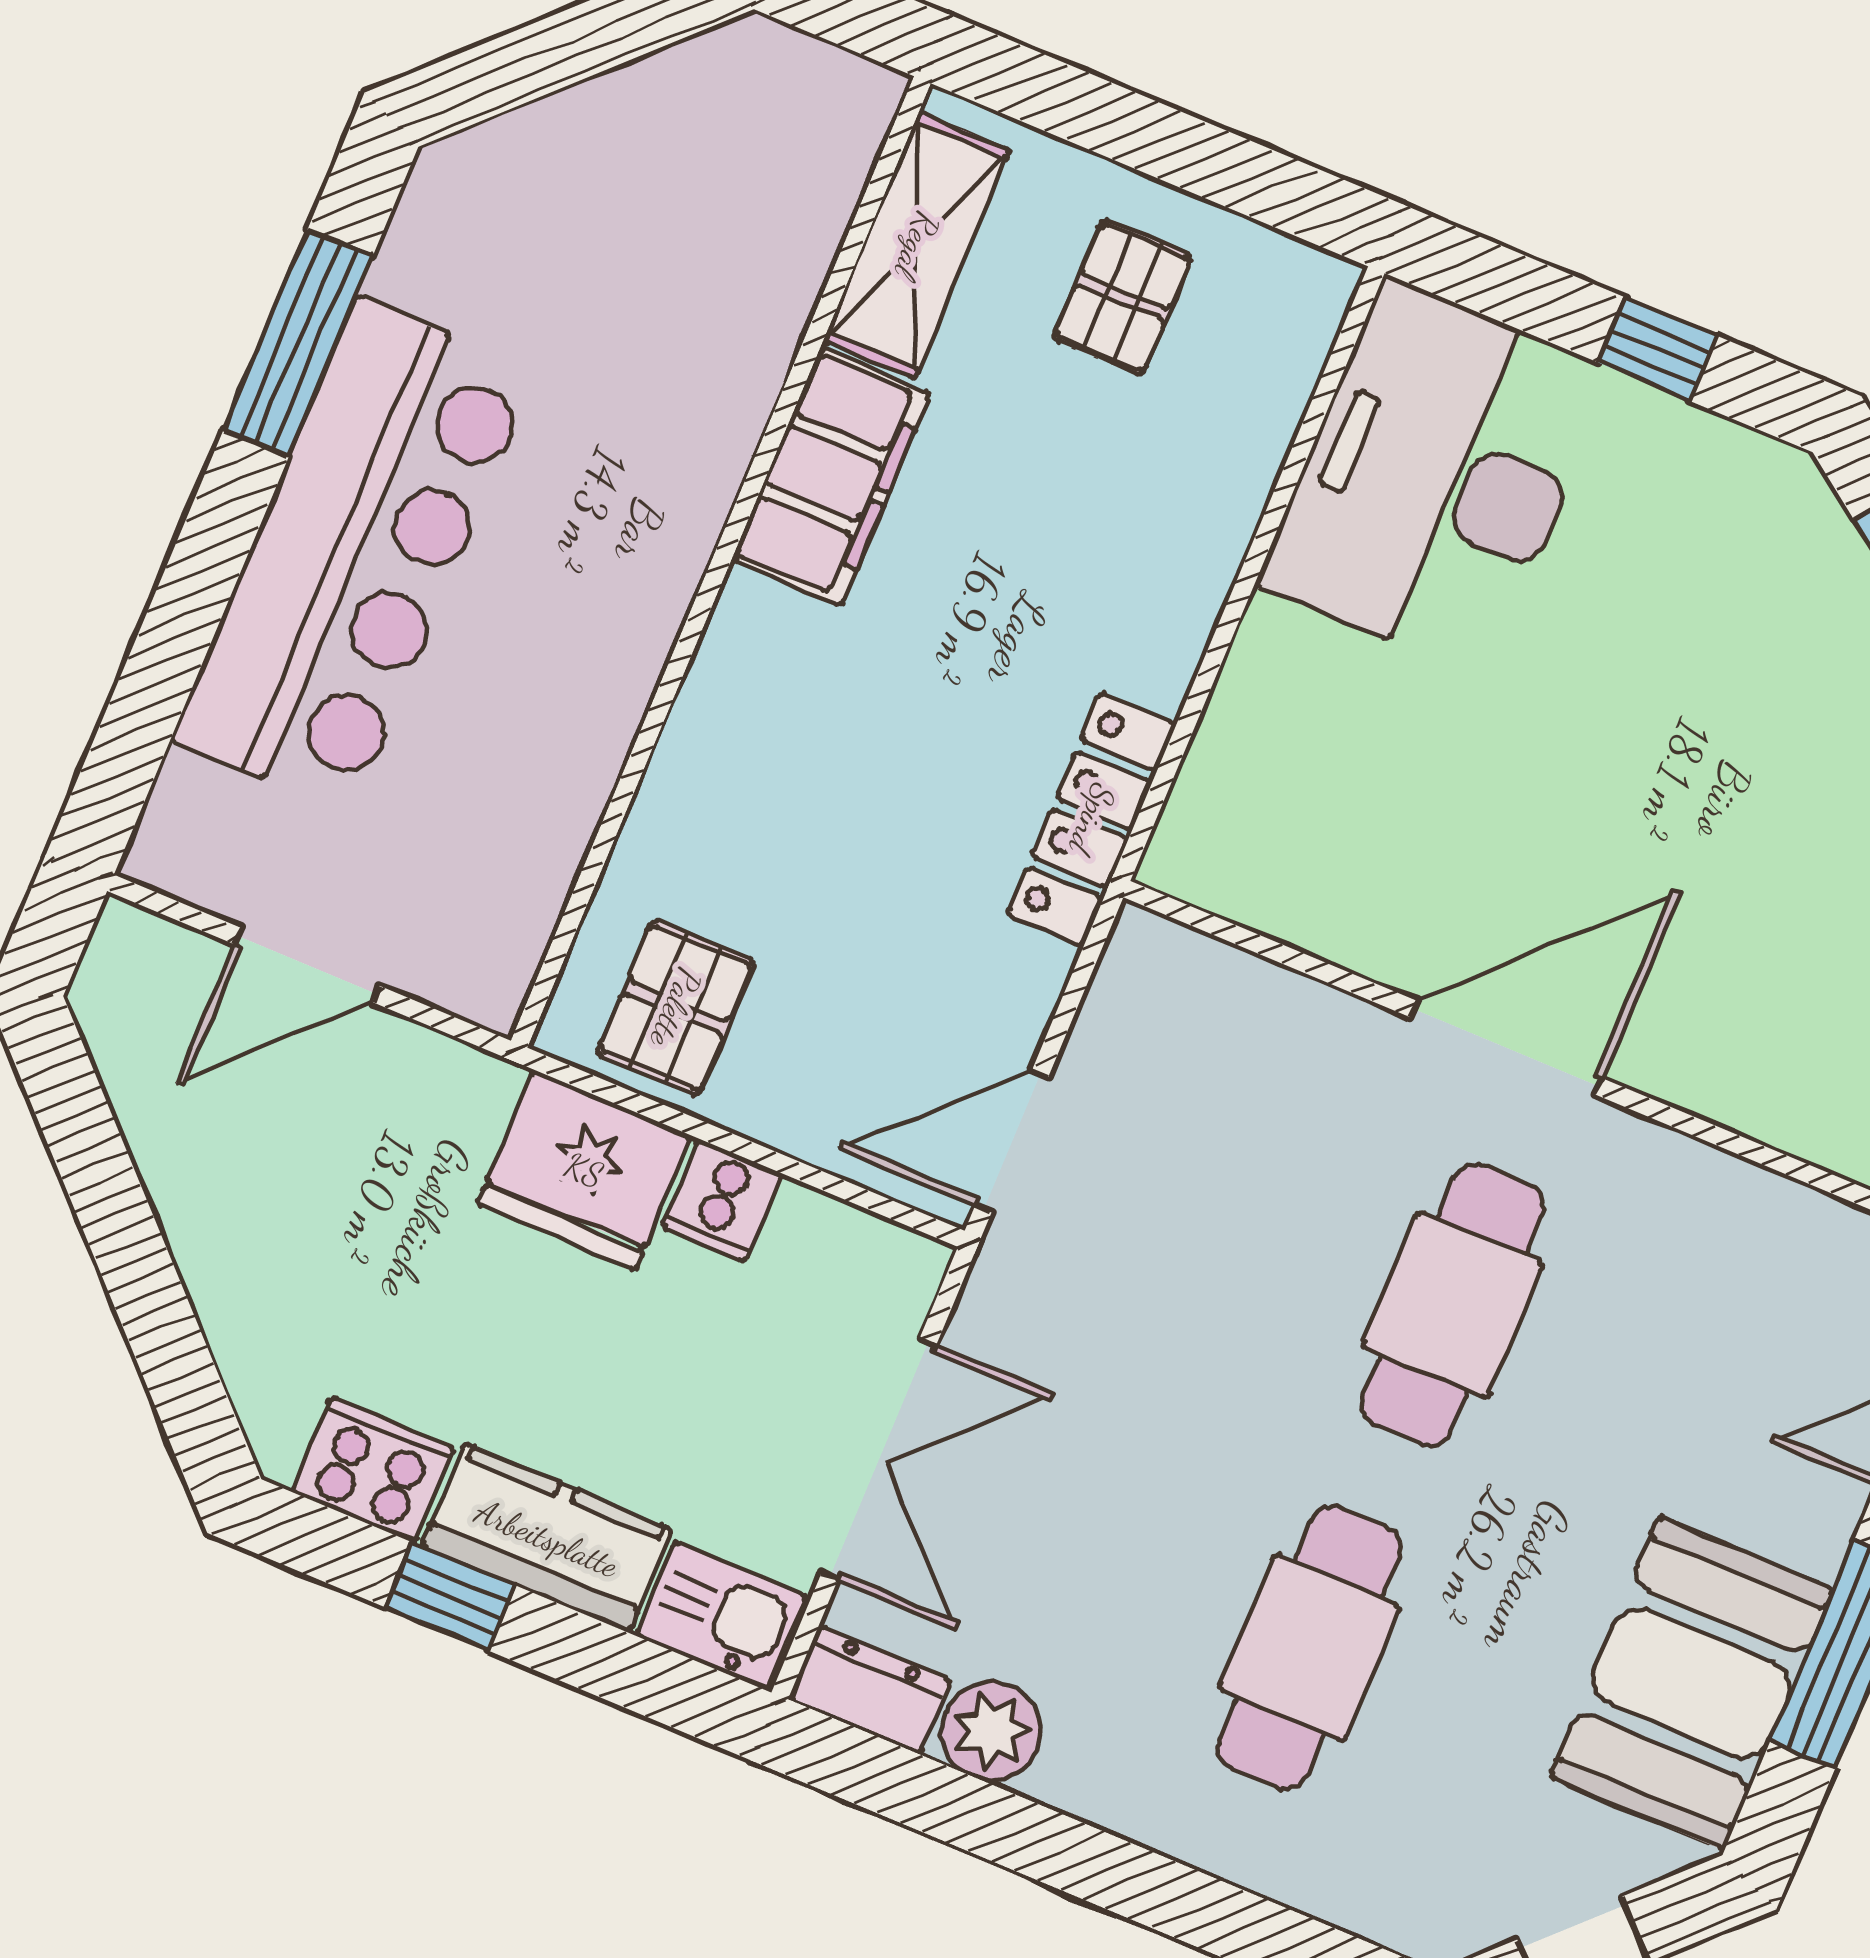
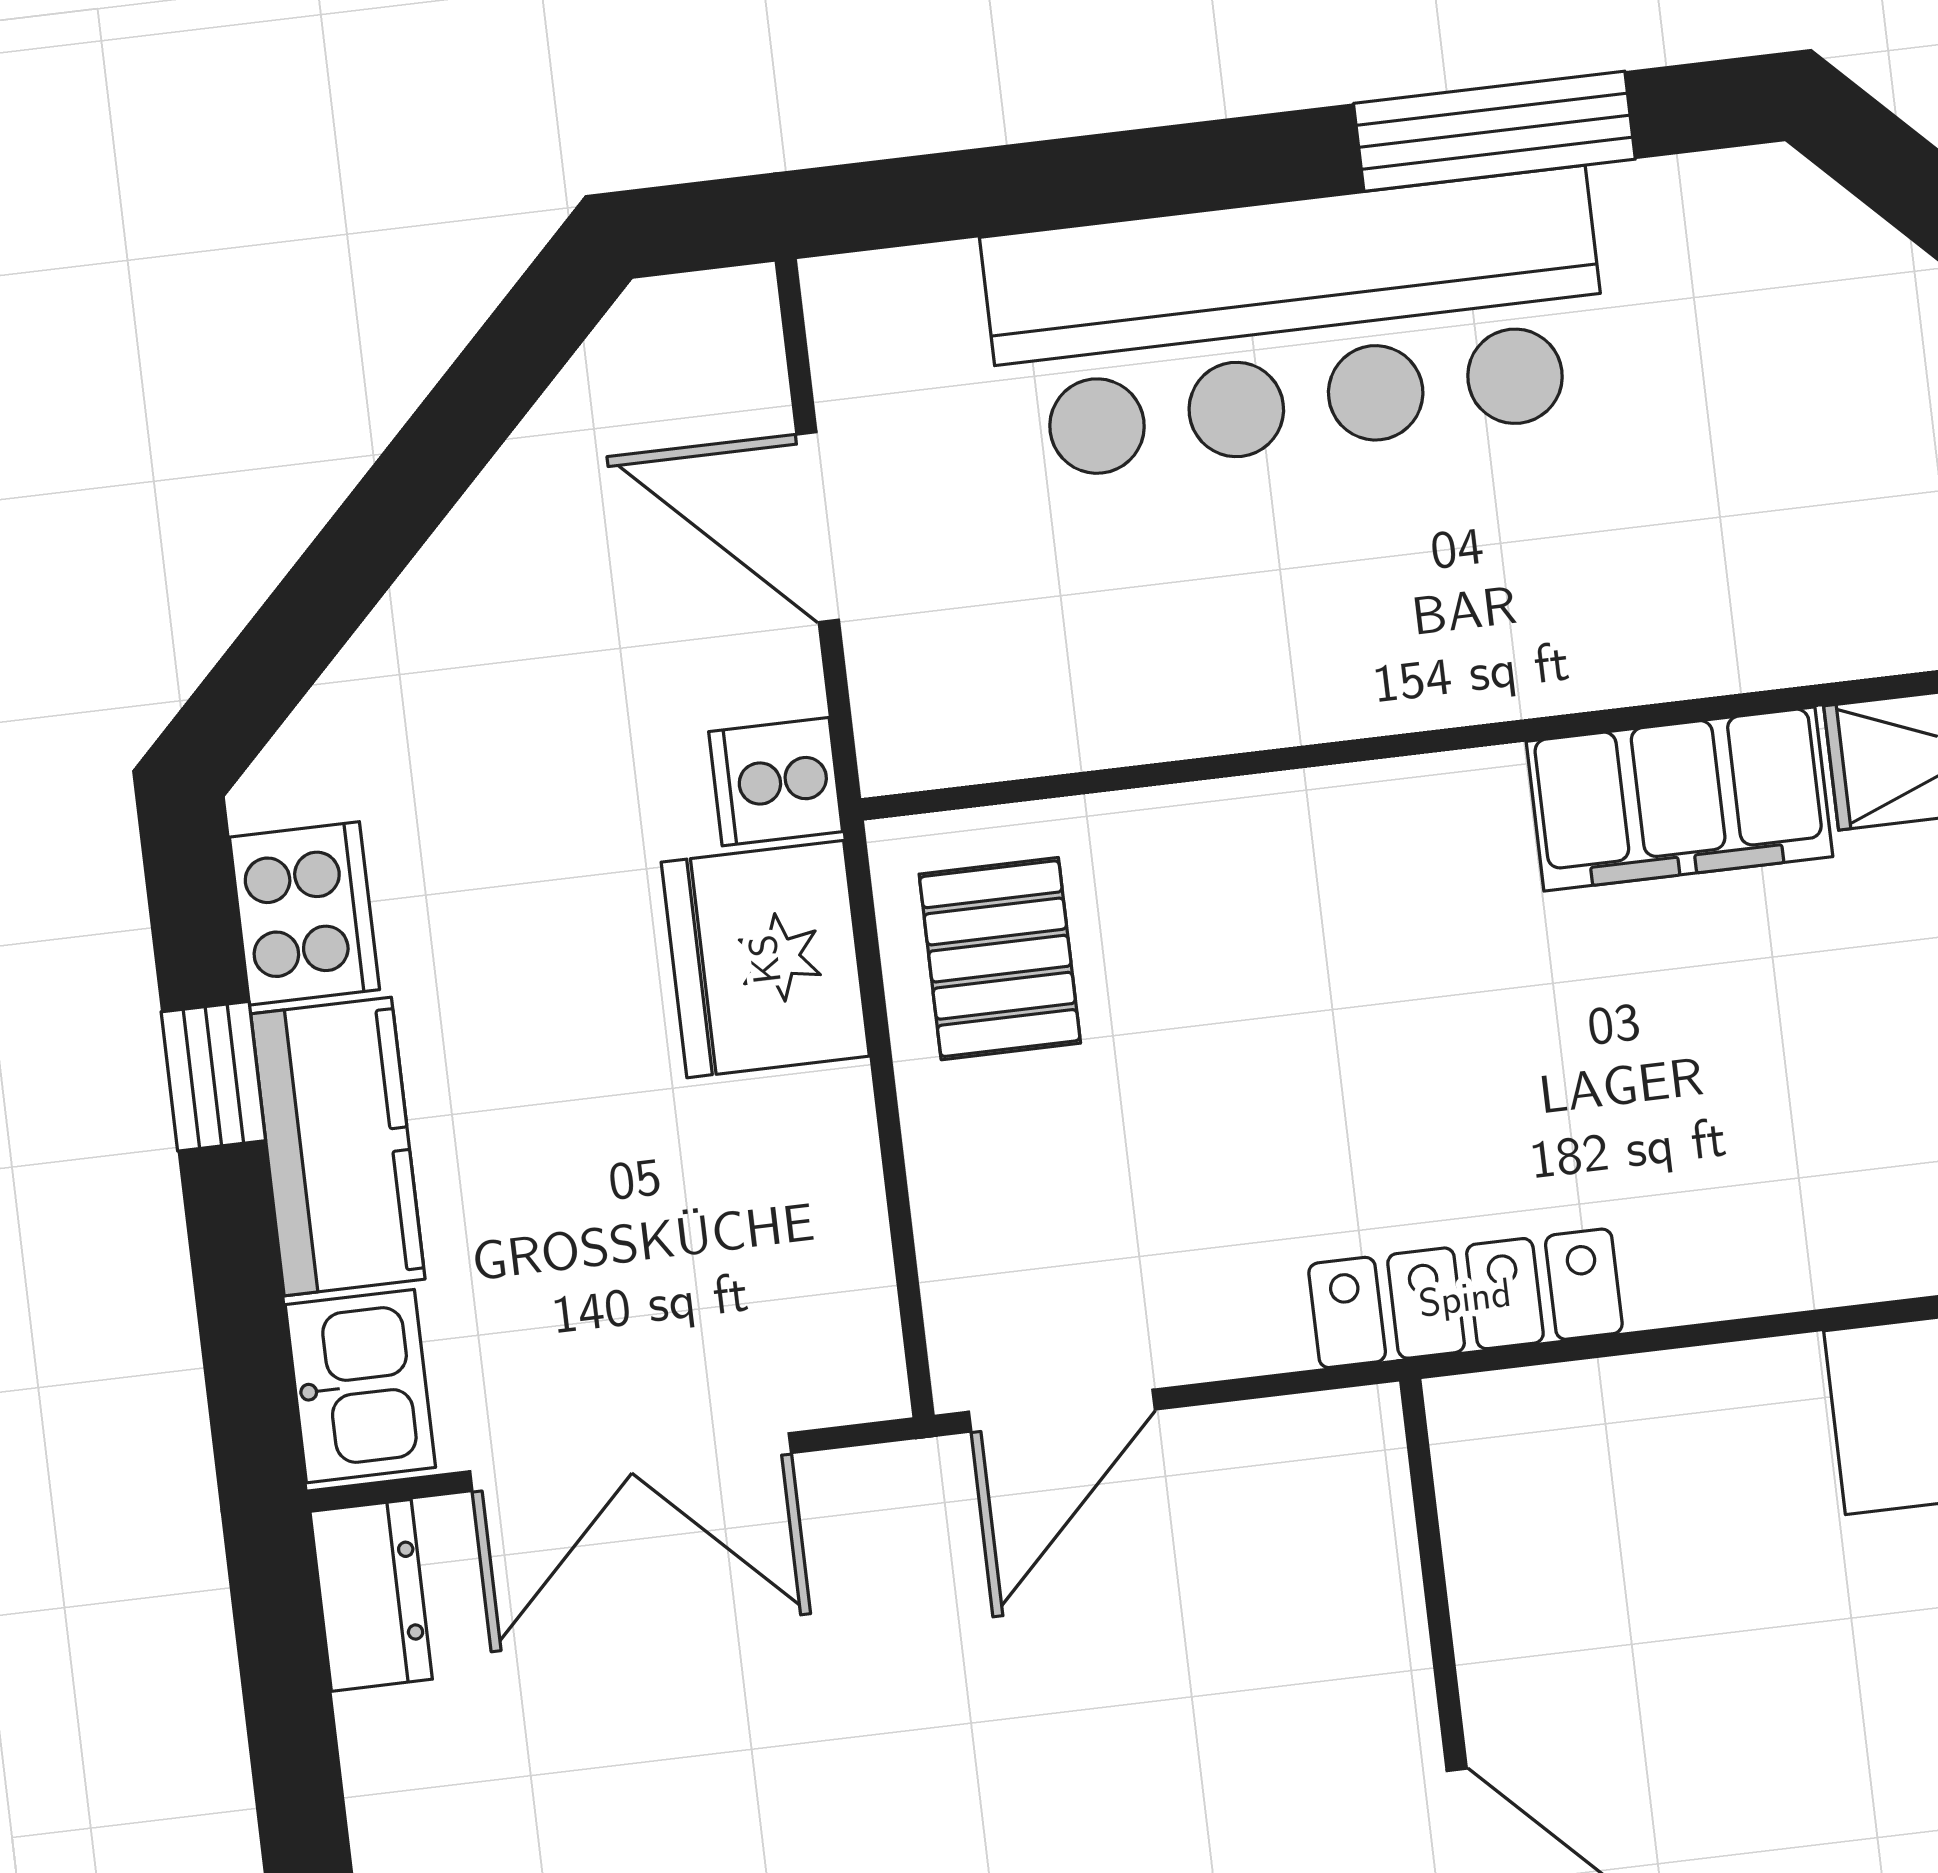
pallet: (676, 1008) -> (1000, 959), turned 90
door: (1012, 1141) -> (1062, 1411), swing flipped
cooker: (722, 1200) -> (776, 782), moved
plant: (991, 1731) -> (402, 1755), removed

